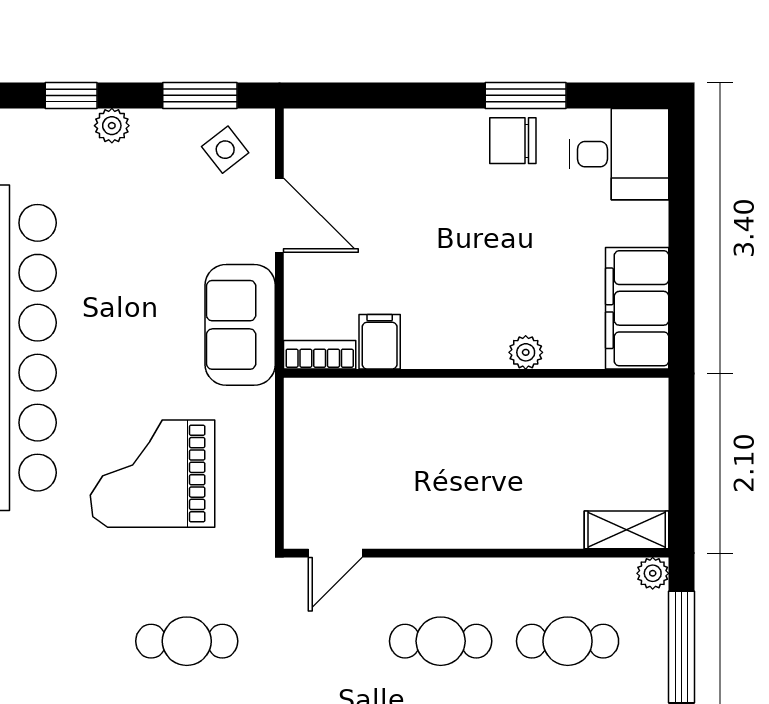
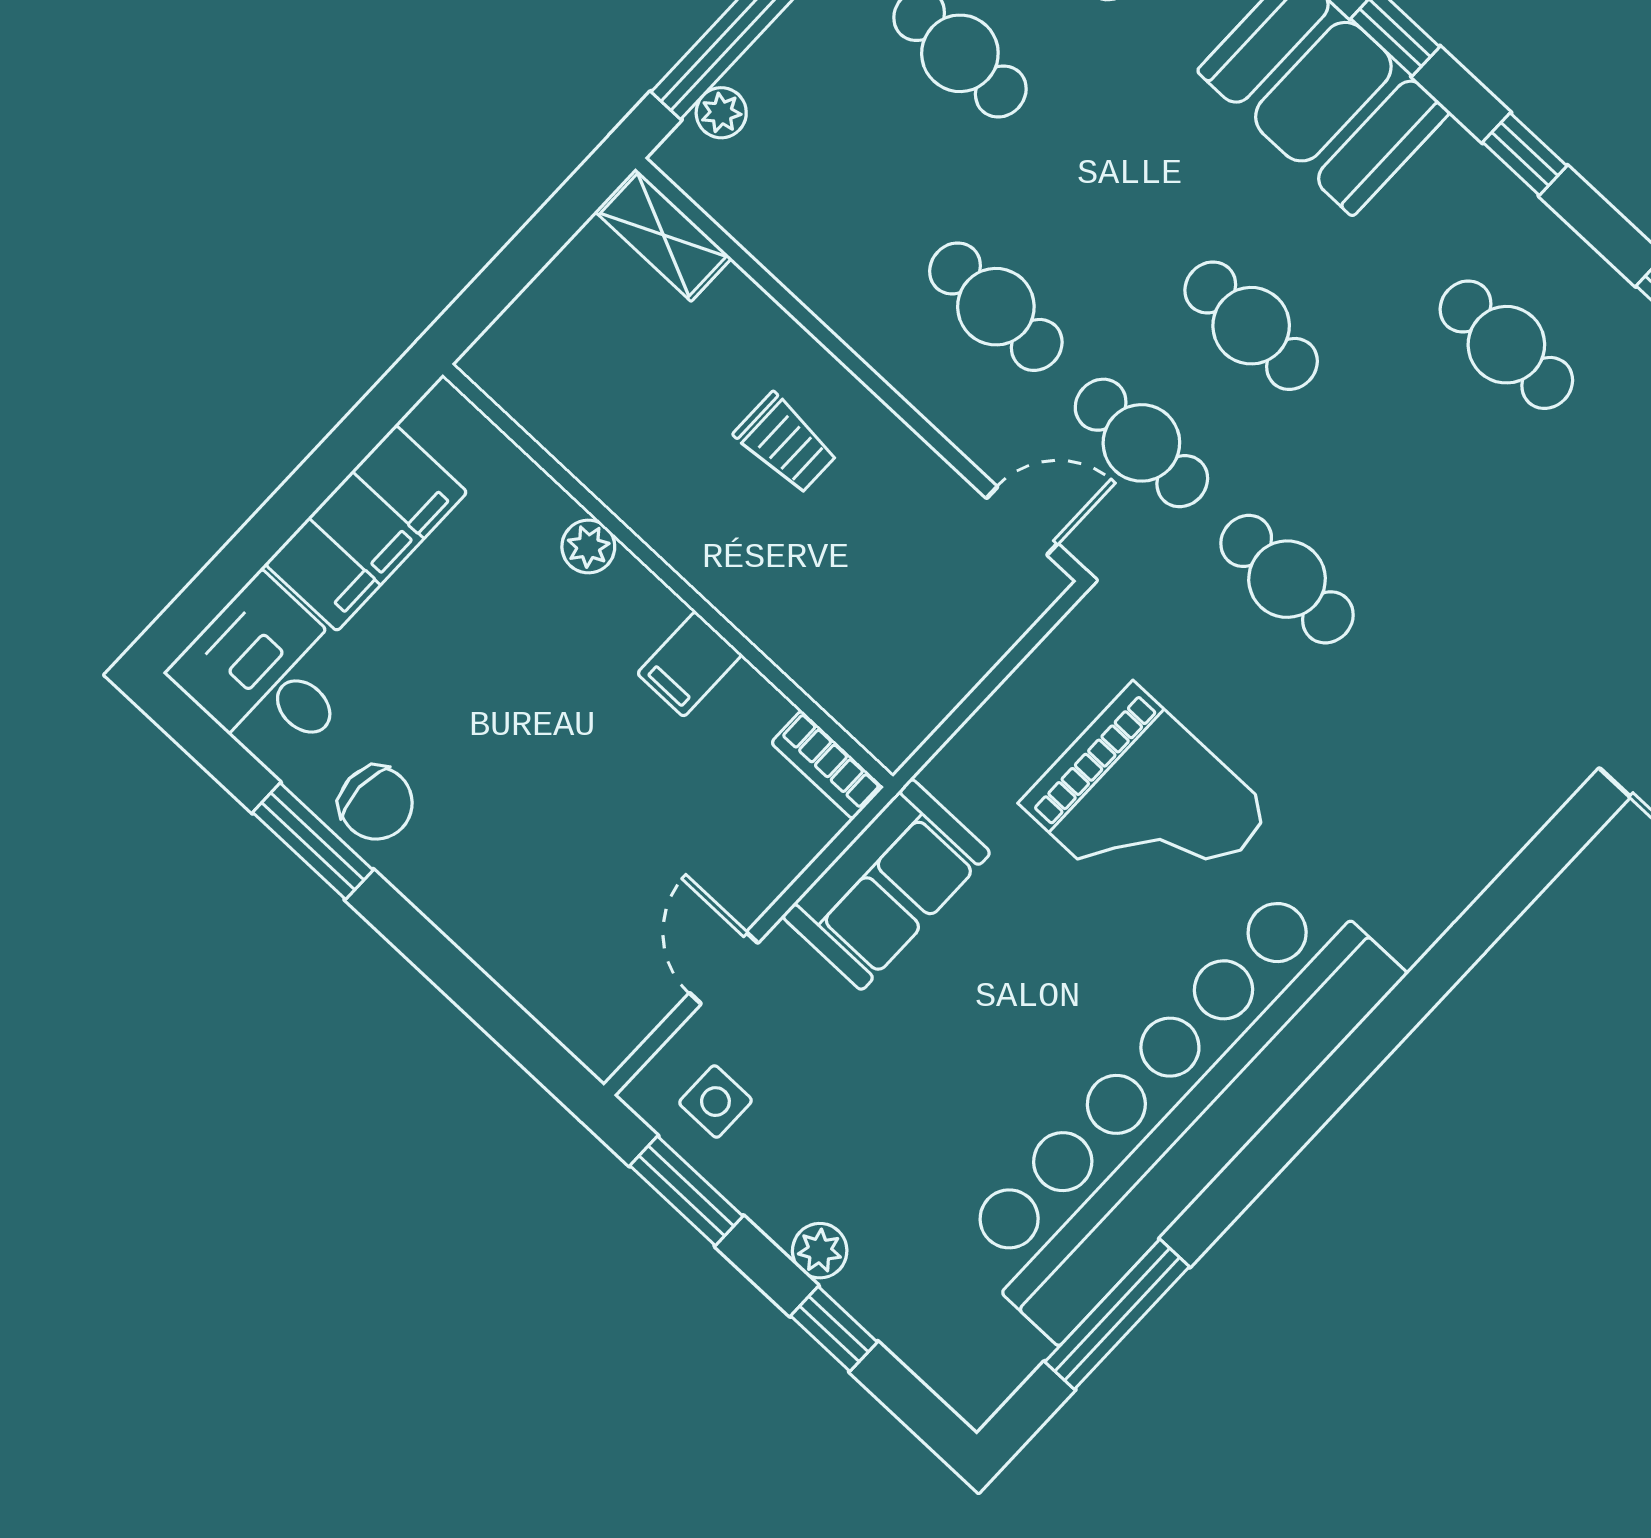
side table: (225, 150) -> (715, 1102), turned 38
door: (279, 215) -> (724, 968), width x0.73
filing cabinet: (637, 308) -> (366, 528), moved
filing cabinet: (380, 342) -> (690, 664), moved
trolley: (479, 486) -> (786, 443), added
plant: (653, 573) -> (721, 113), moved
cafe table: (568, 641) -> (1141, 443), moved

